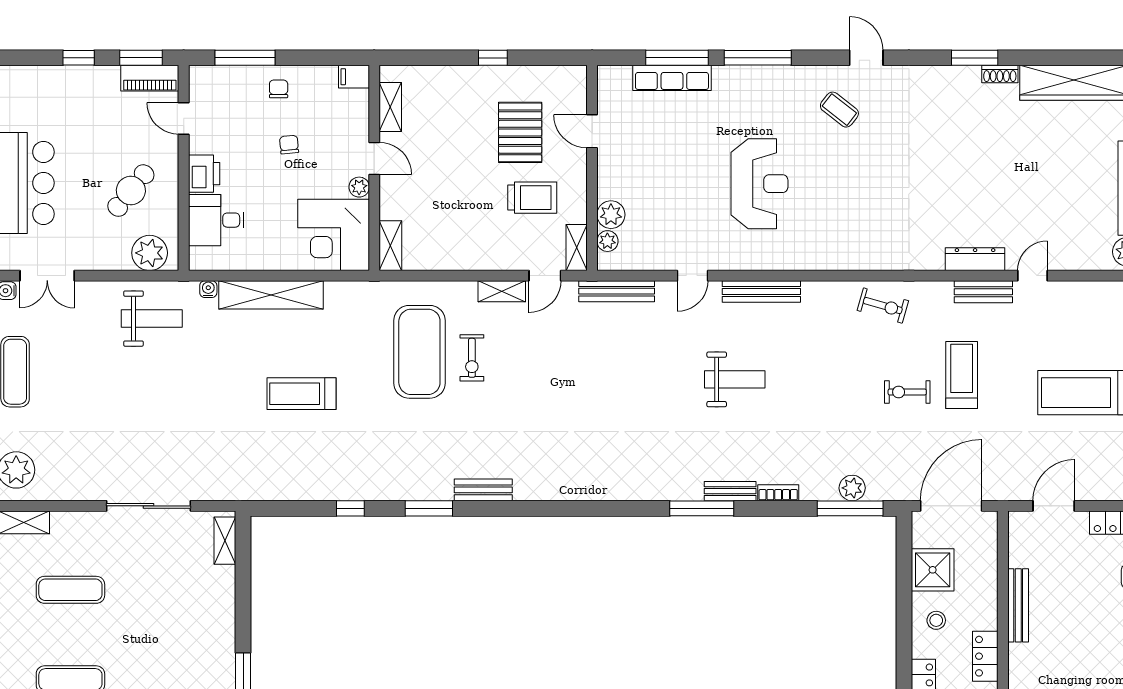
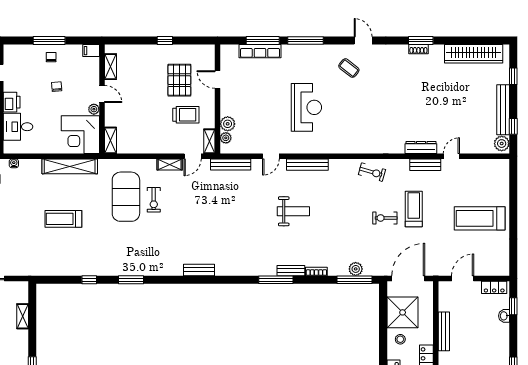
window: (245, 58) -> (49, 41), moved
shoe rack: (1000, 74) -> (418, 49), moved
shelving: (271, 295) -> (70, 166), moved
bench: (483, 490) -> (199, 270), moved
shelving: (225, 541) -> (23, 316), moved
shower: (933, 570) -> (403, 312), width x1.37, depth x1.37

